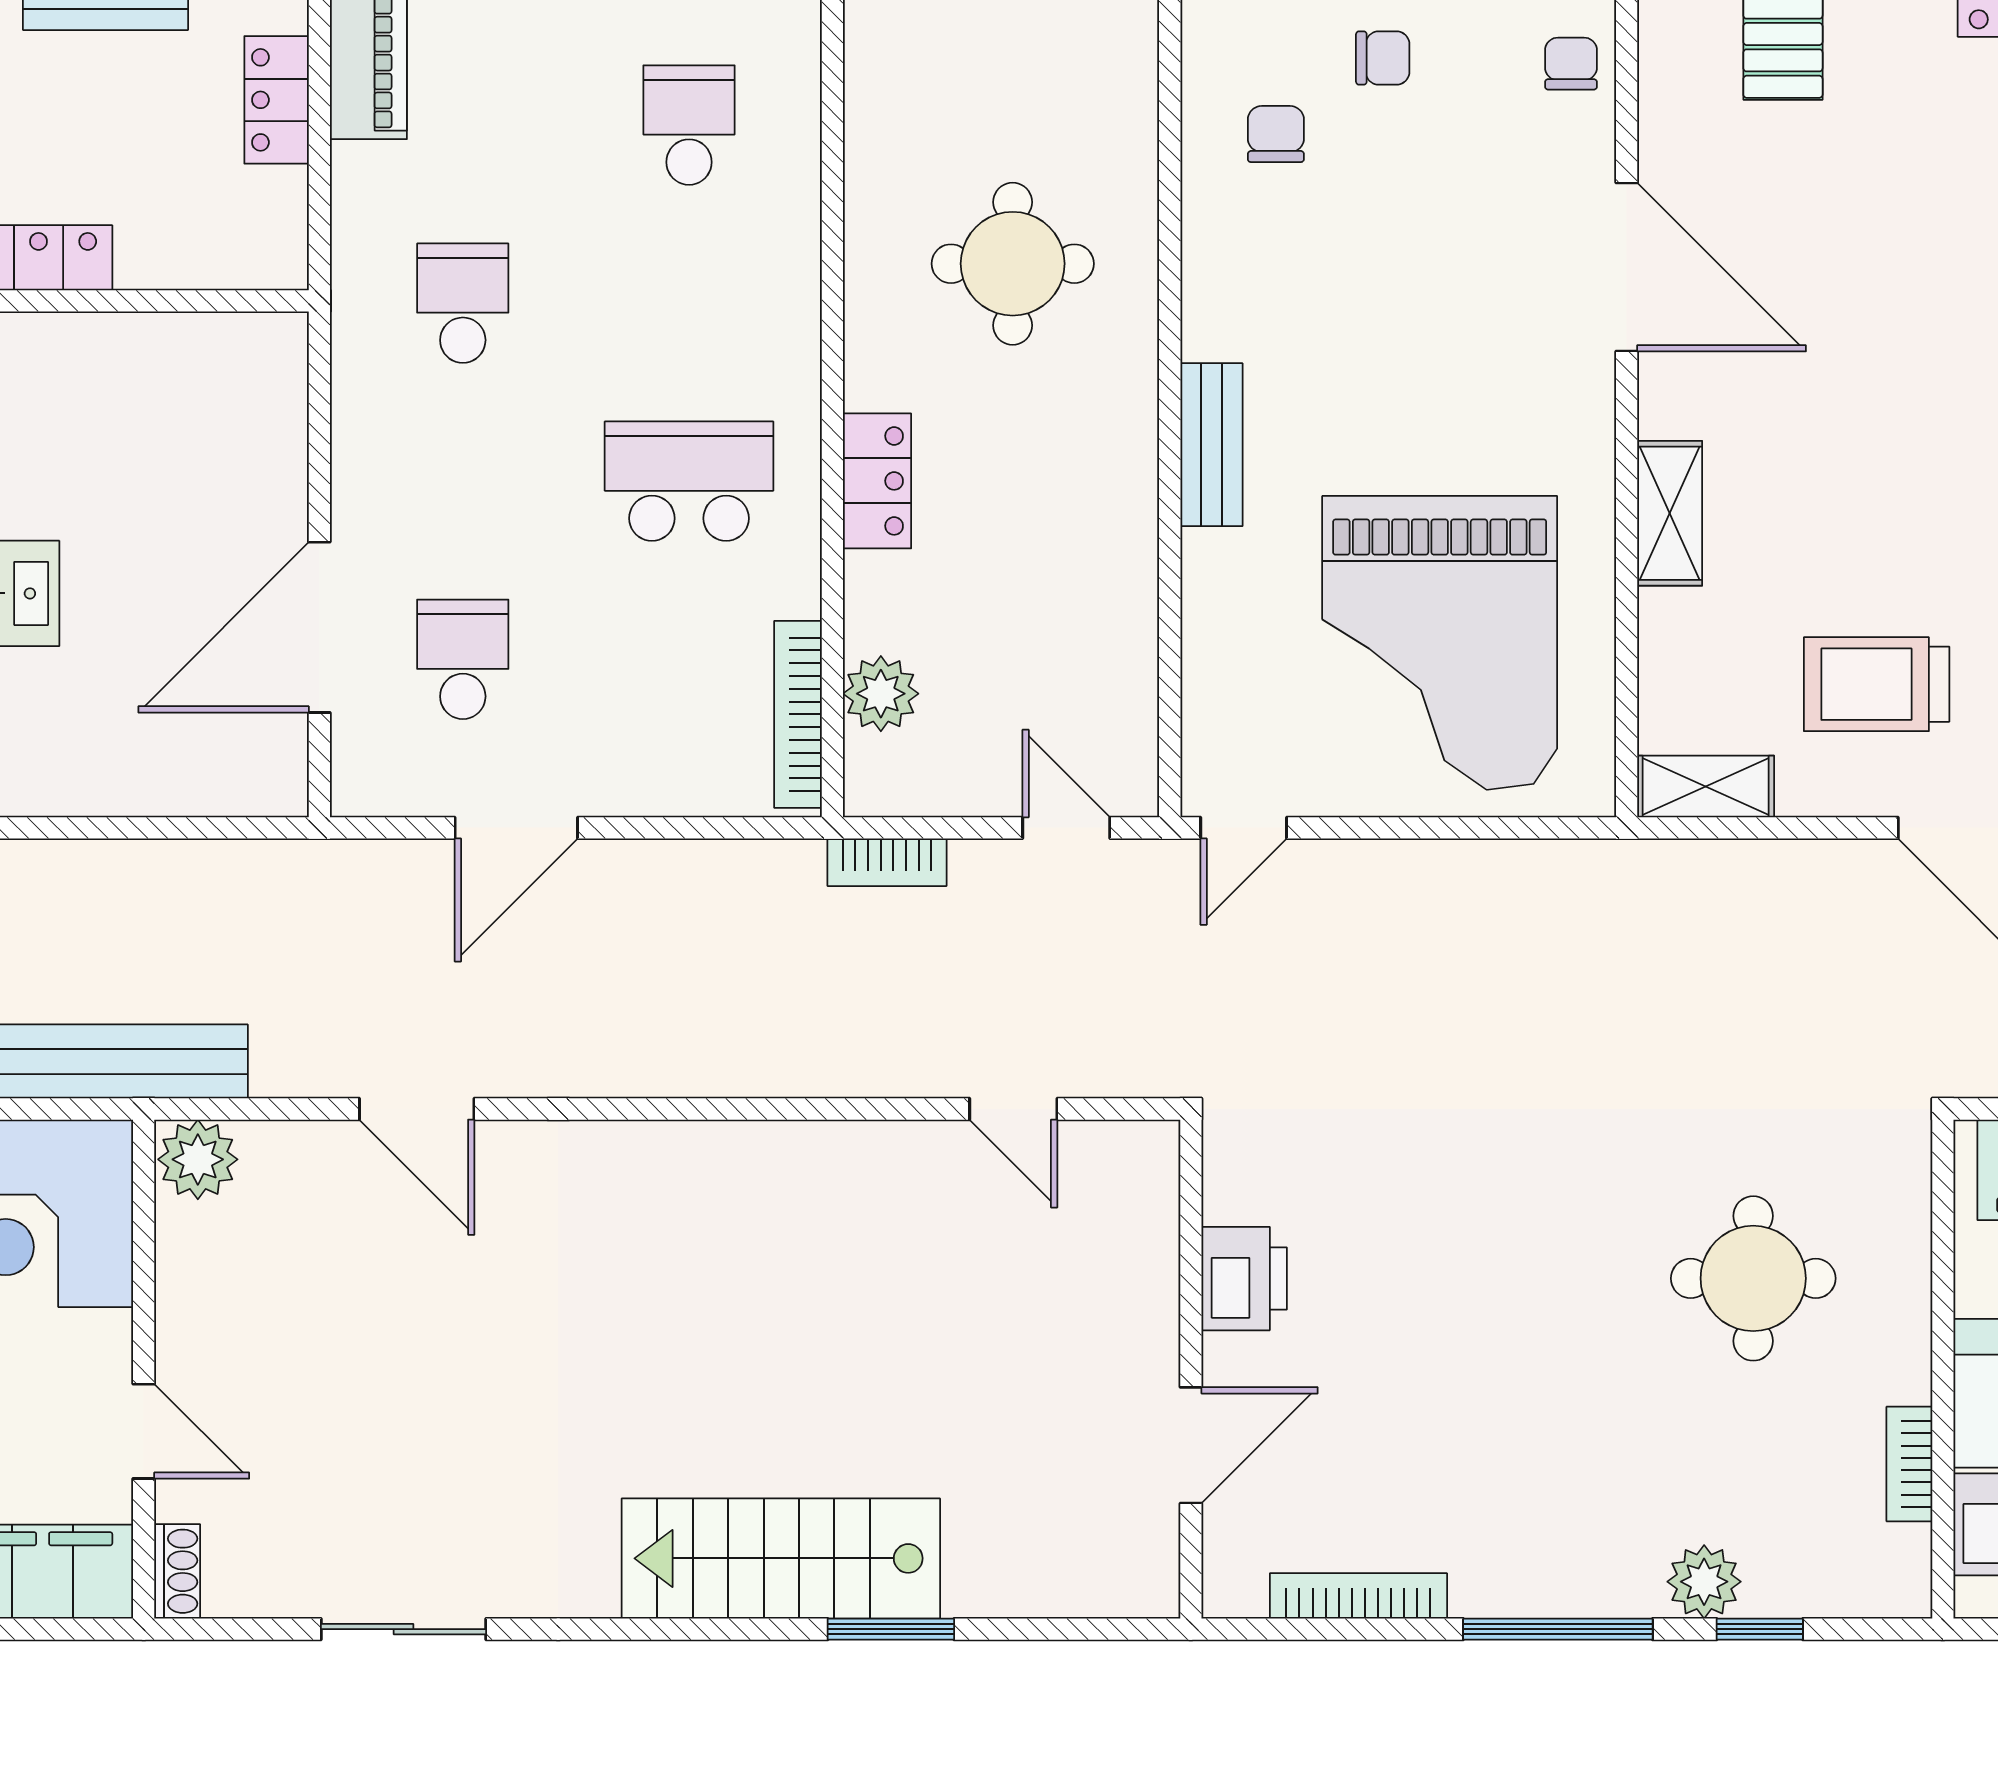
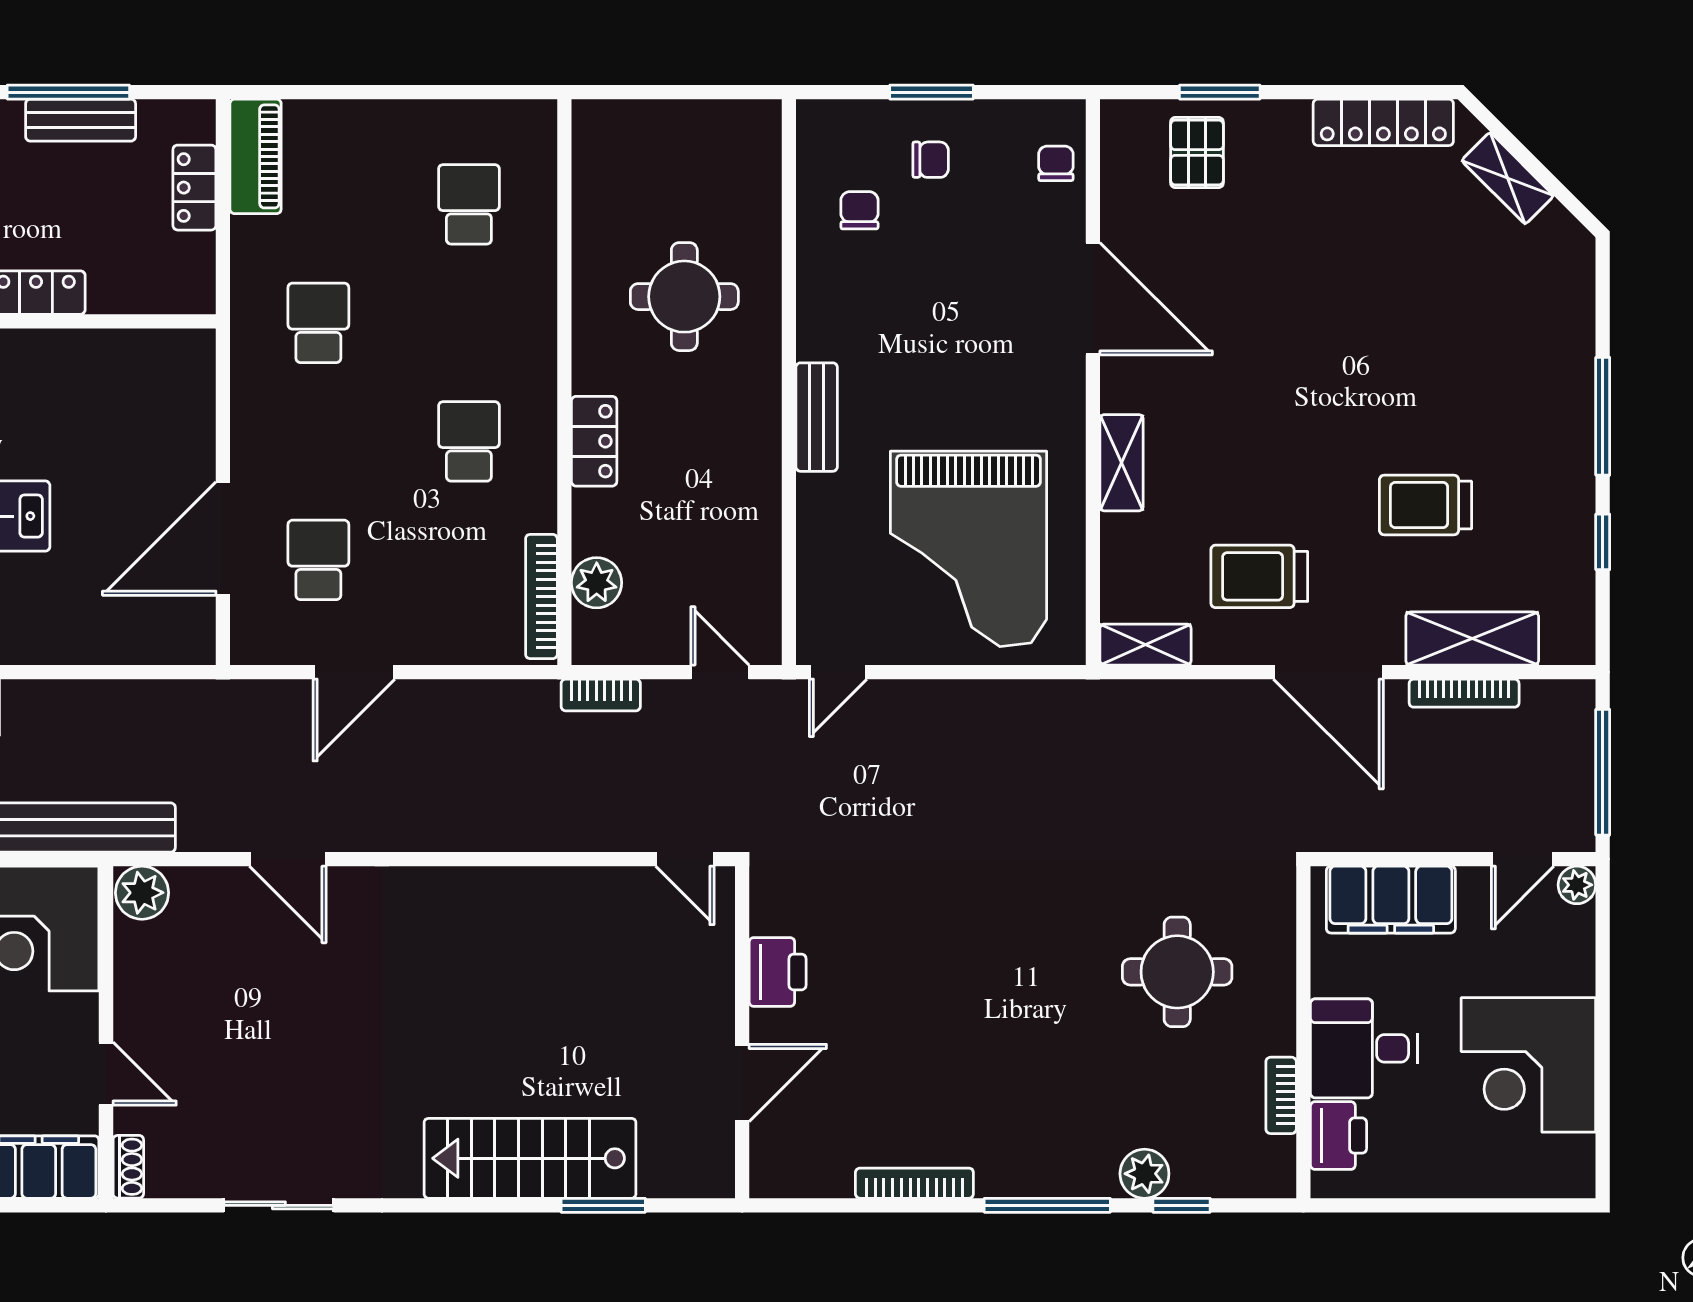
school desk: (689, 481) -> (469, 441), width x0.54
printer: (1244, 1279) -> (778, 972), moved
wall: (1191, 1369) -> (742, 1032), moved
door: (1191, 1445) -> (742, 1083), moved

